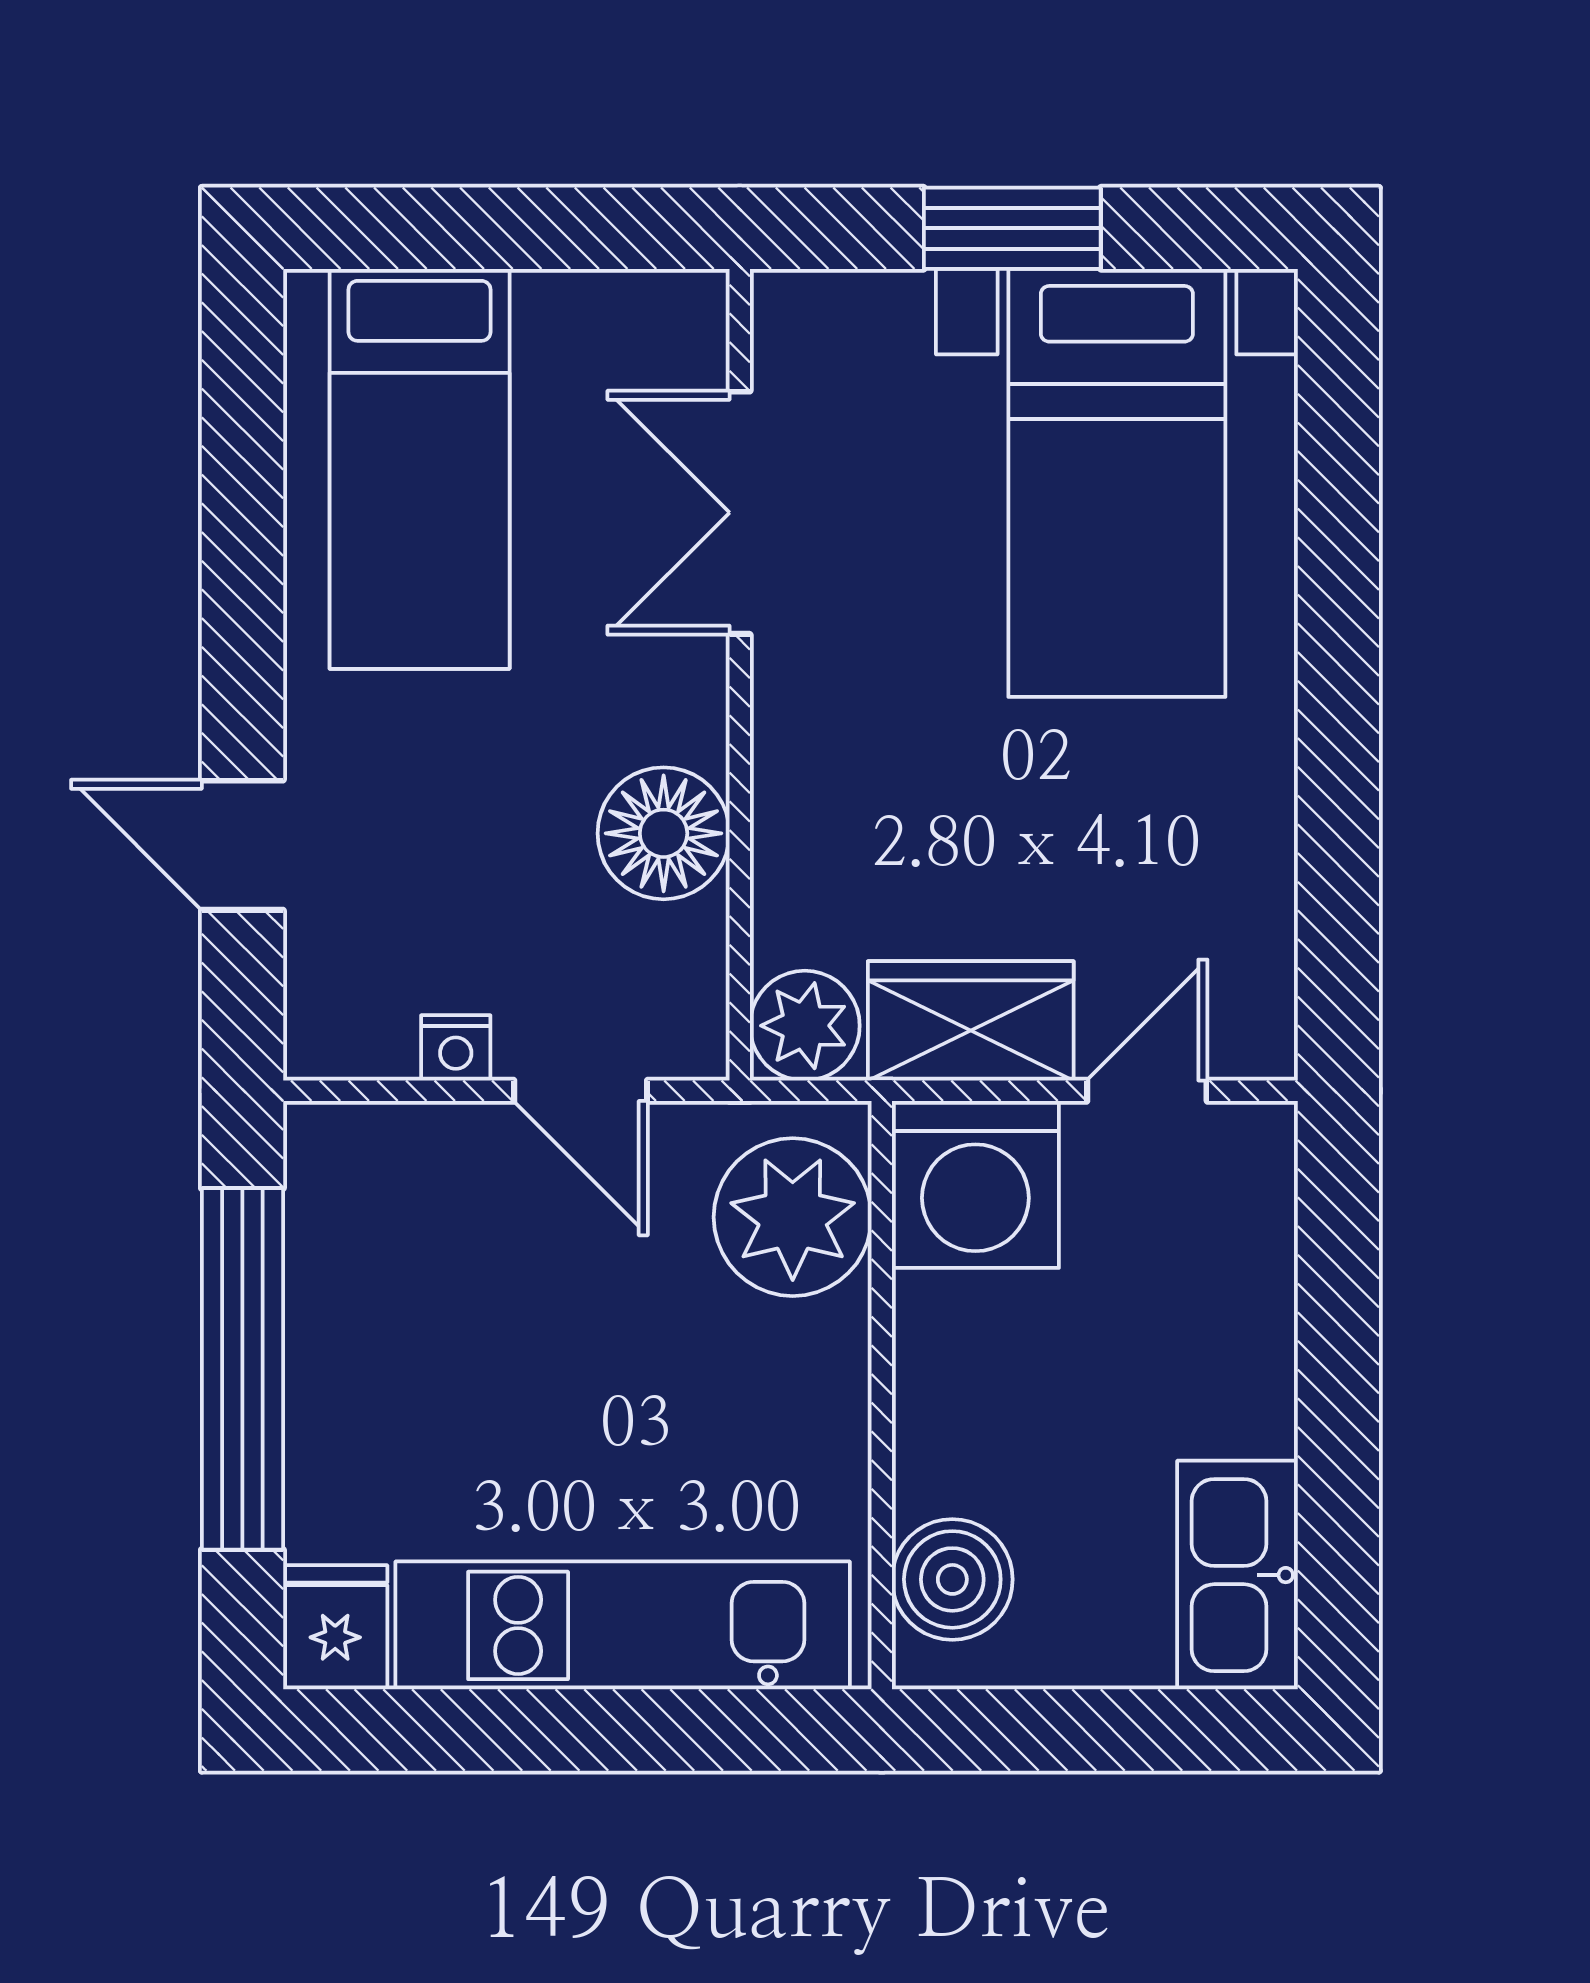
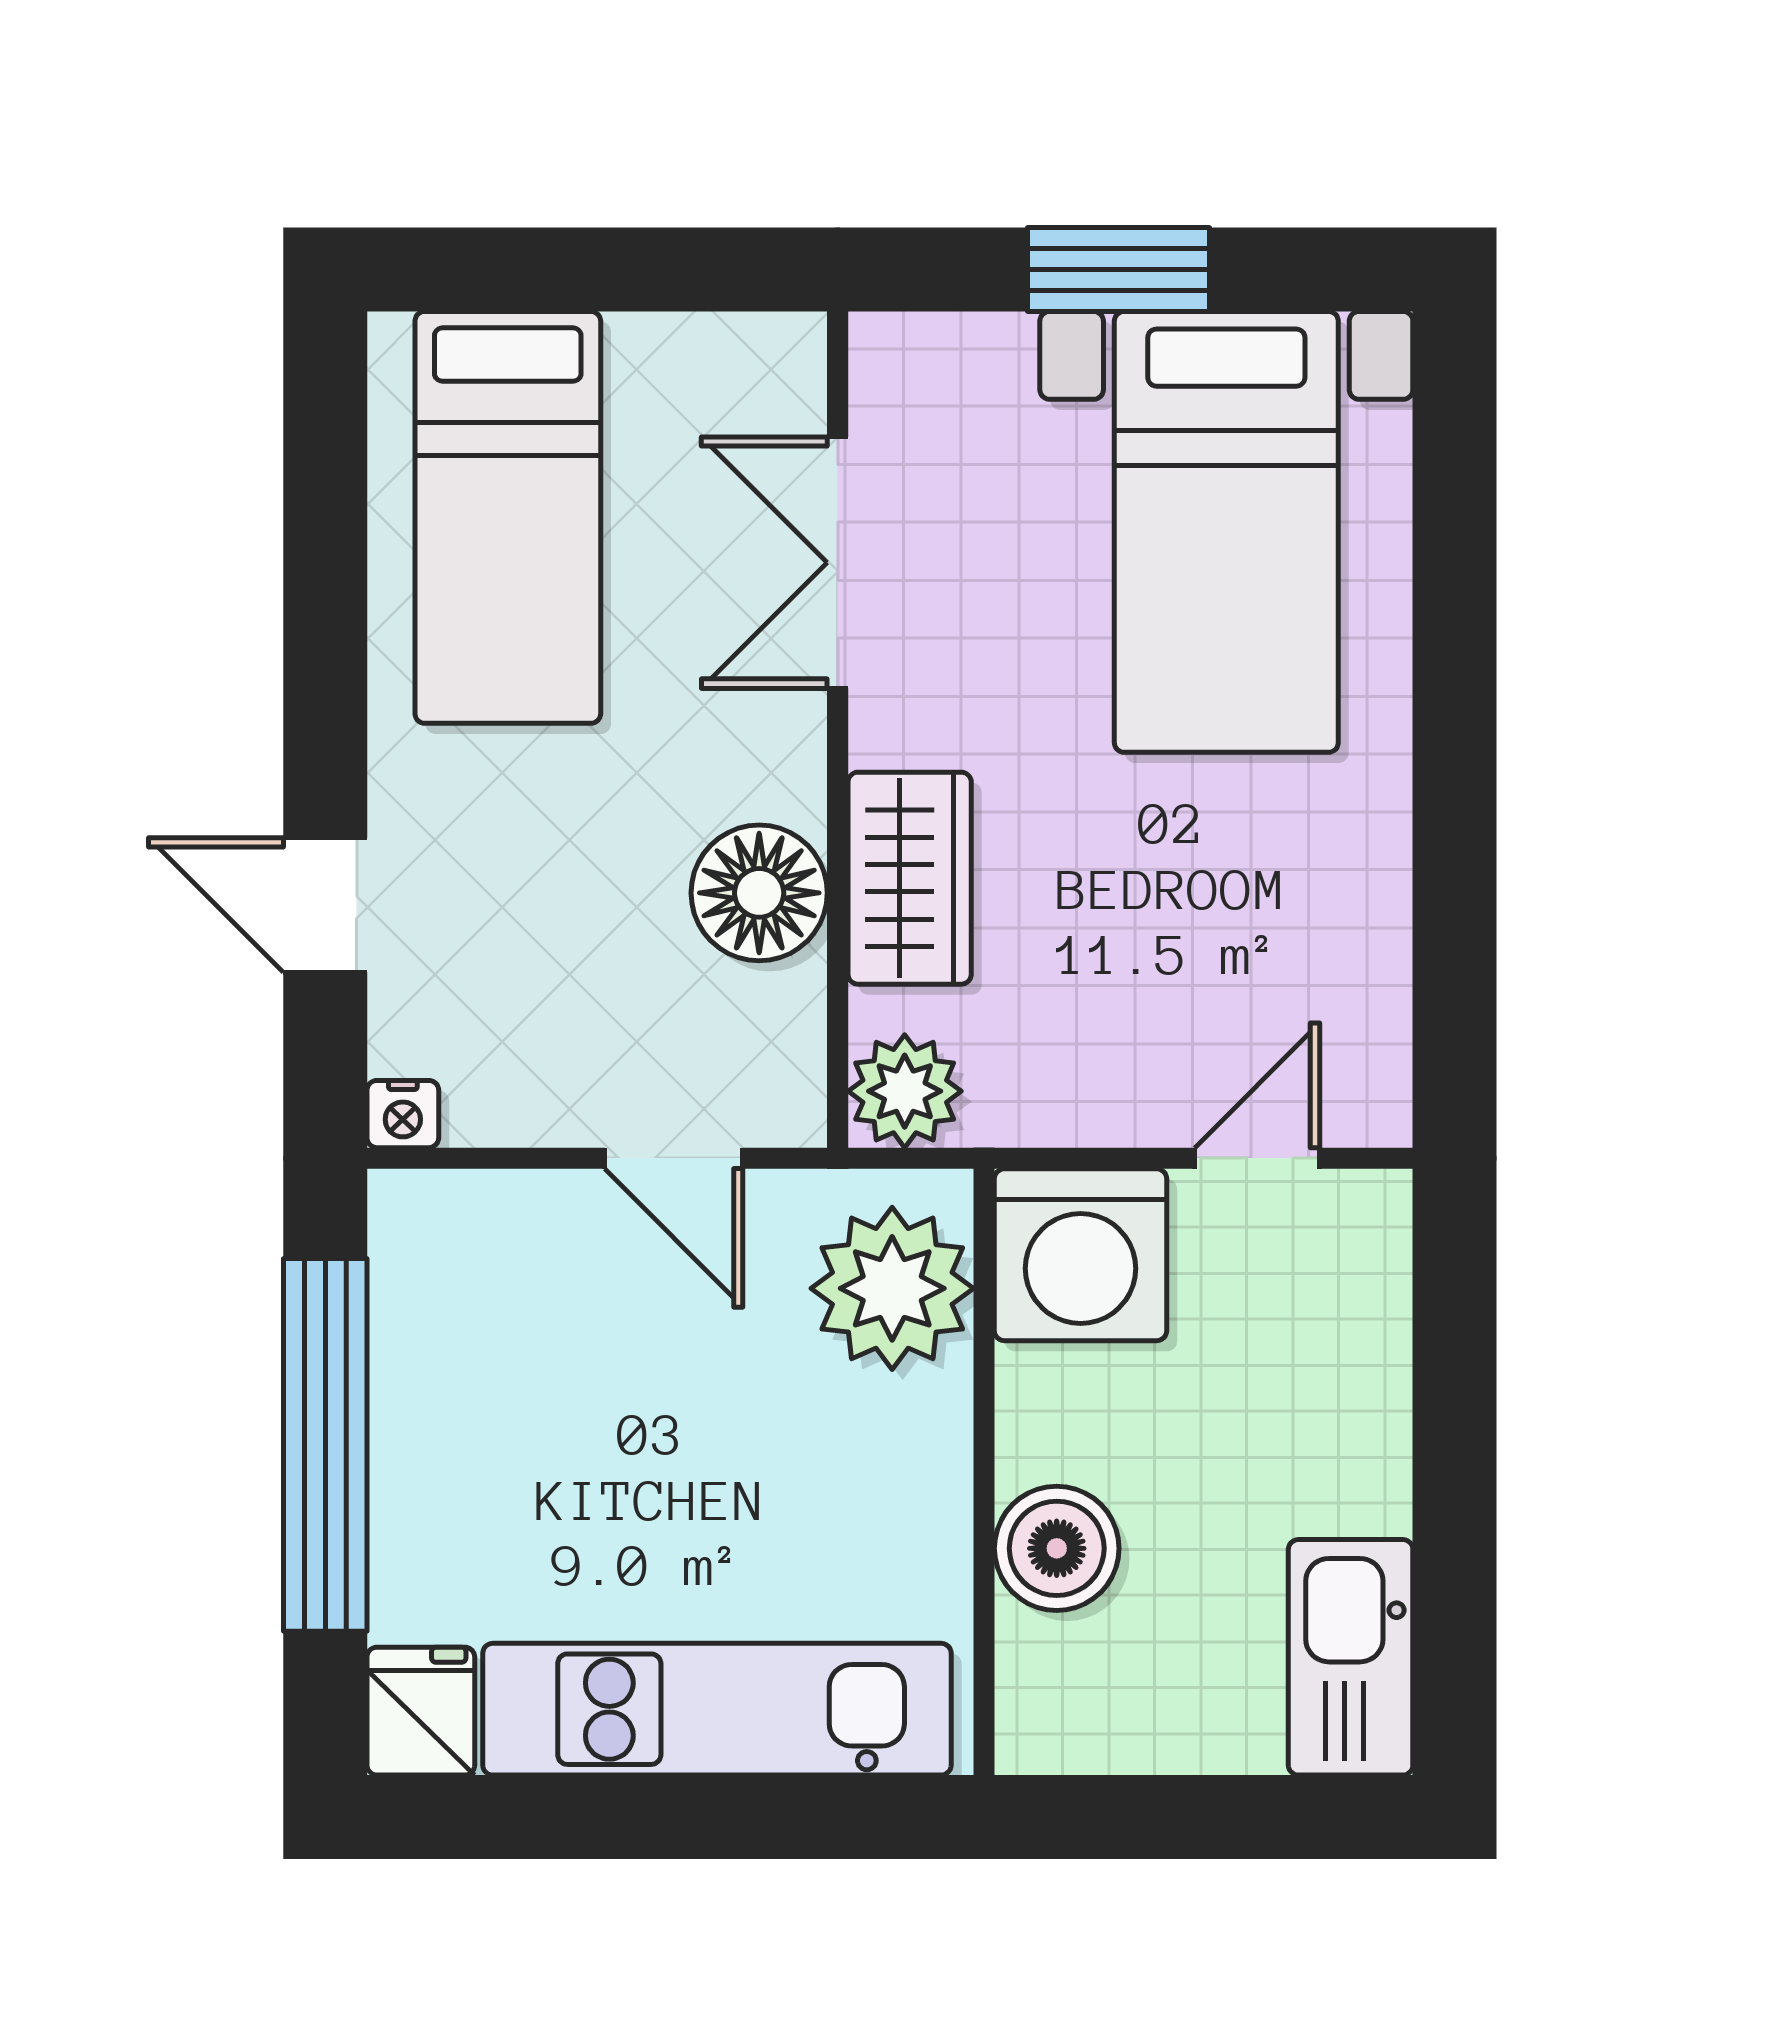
wardrobe: (971, 1021) -> (910, 878), moved, turned 90
nightstand: (456, 1048) -> (403, 1114), moved
boiler: (952, 1579) -> (1057, 1548), moved

